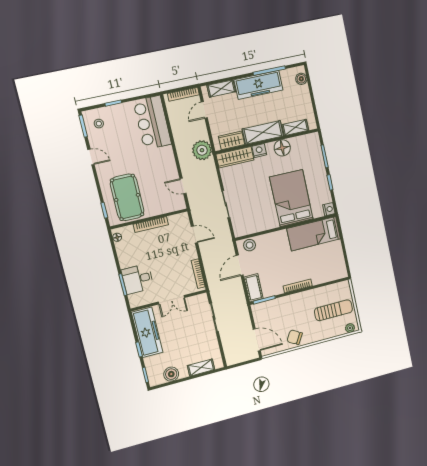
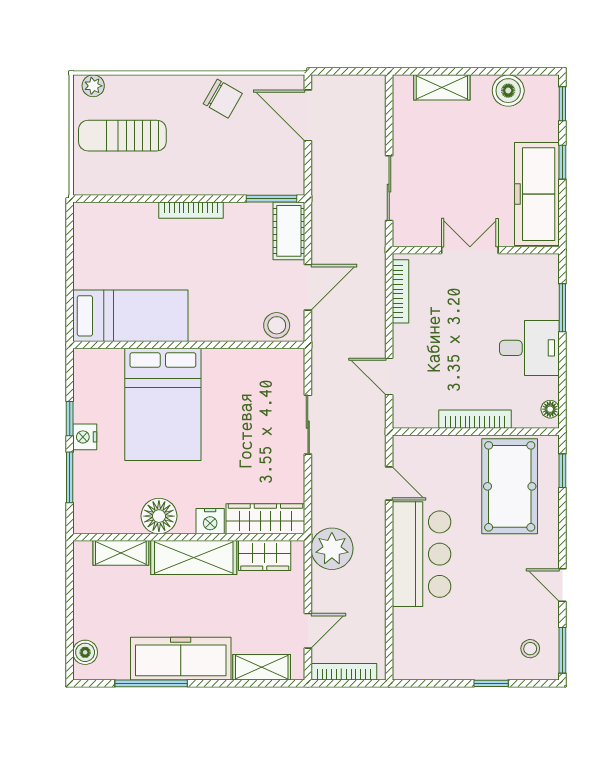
bar counter: (152, 123) -> (422, 554), moved
nightstand: (329, 209) -> (85, 437), moved
desk: (138, 279) -> (529, 348), moved

